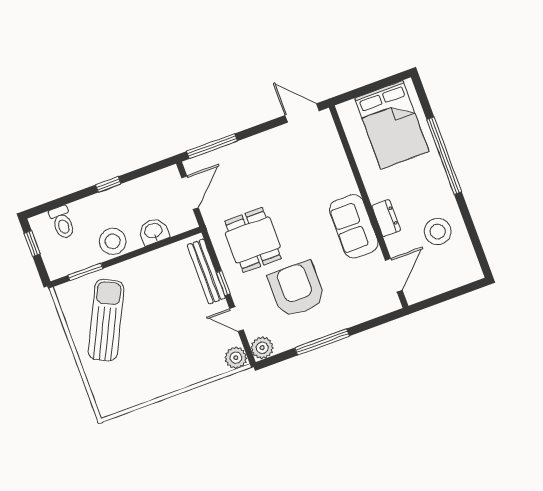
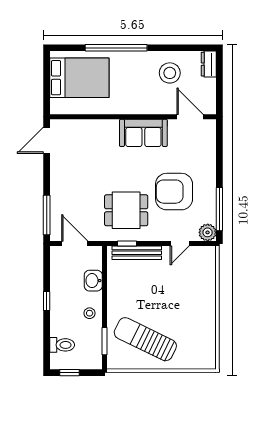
dresser: (386, 218) -> (209, 64), moved, turned -90
stool: (113, 241) -> (90, 313), width x0.53, depth x0.53
window: (223, 283) -> (127, 244), moved
window: (322, 342) -> (219, 209), moved
plant: (236, 358) -> (208, 254), removed

